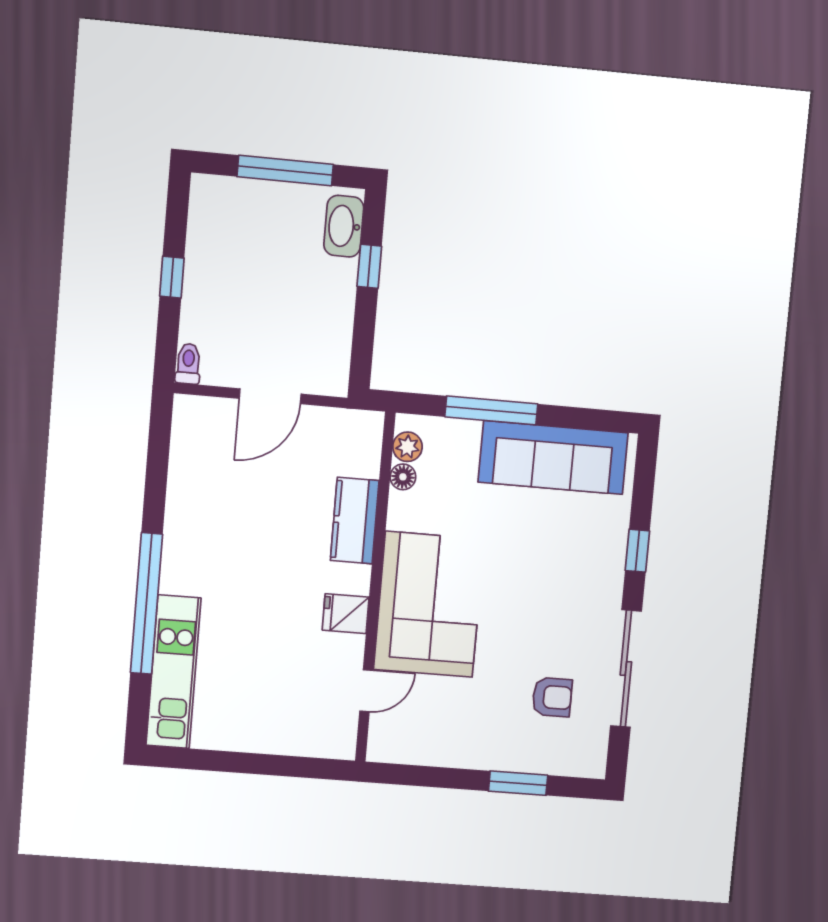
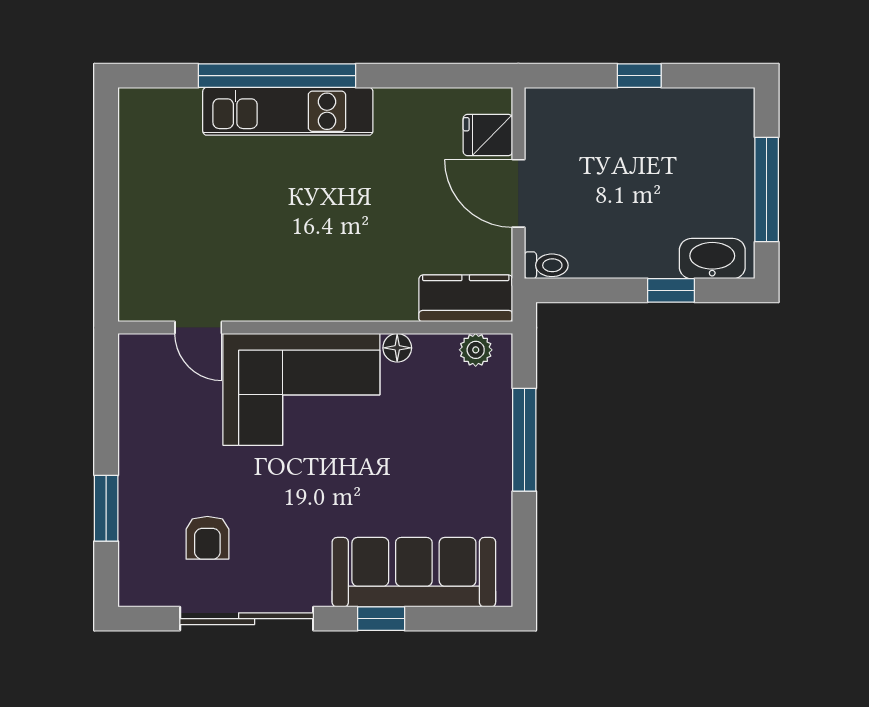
toilet: (188, 364) -> (546, 265), moved
sofa: (553, 458) -> (414, 572), moved, turned 90
floor lamp: (403, 477) -> (397, 348), moved
kitchen counter: (355, 521) -> (466, 298), moved
fridge: (346, 614) -> (488, 135), moved, turned -90
kitchen unit: (173, 672) -> (288, 111), moved

